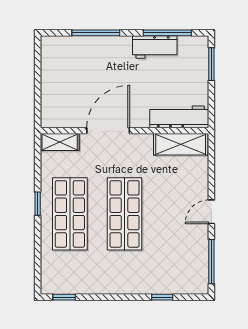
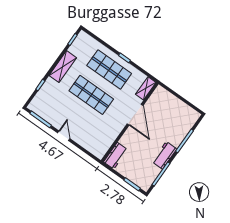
workbench: (155, 47) -> (164, 155), moved
workbench: (179, 117) -> (116, 156), width x0.73
shelving: (181, 144) -> (63, 67), moved

